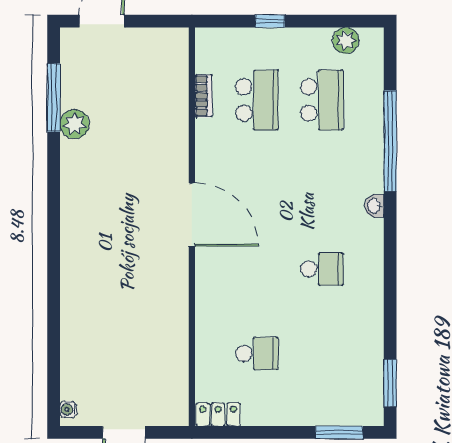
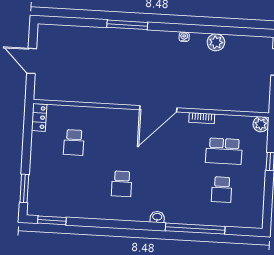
plant: (346, 40) -> (261, 124), moved
bookcase: (203, 96) -> (202, 118), moved
window: (54, 98) -> (127, 25), moved
school desk: (322, 100) -> (222, 190), width x0.54
water cooler: (68, 409) -> (184, 37), moved

